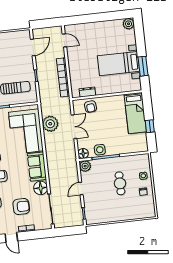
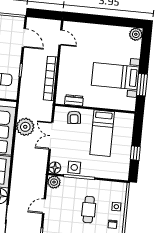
door: (33, 47) -> (24, 38), hinge flipped
bed: (135, 113) -> (102, 133), moved
double door: (74, 127) -> (51, 136), swing flipped

